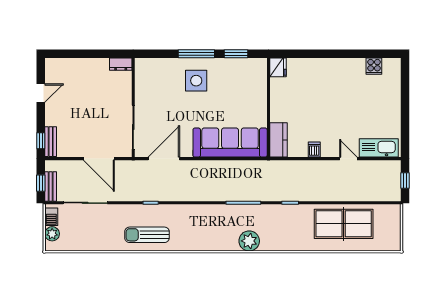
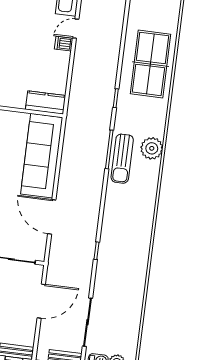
dishwasher: (314, 150) -> (64, 44), moved
door: (164, 159) -> (52, 217), moved
table tennis table: (344, 224) -> (150, 64), moved
sun lounger: (147, 235) -> (122, 159), moved

